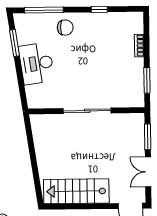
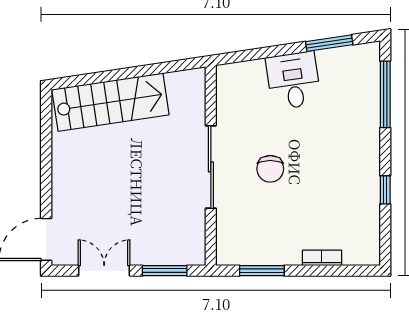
chair: (65, 28) -> (270, 169), moved
desk: (36, 63) -> (293, 80), width x0.73
stairs: (76, 191) -> (110, 102), moved, turned 82

